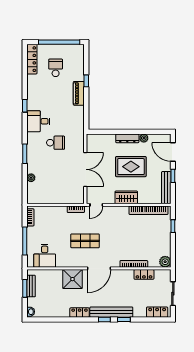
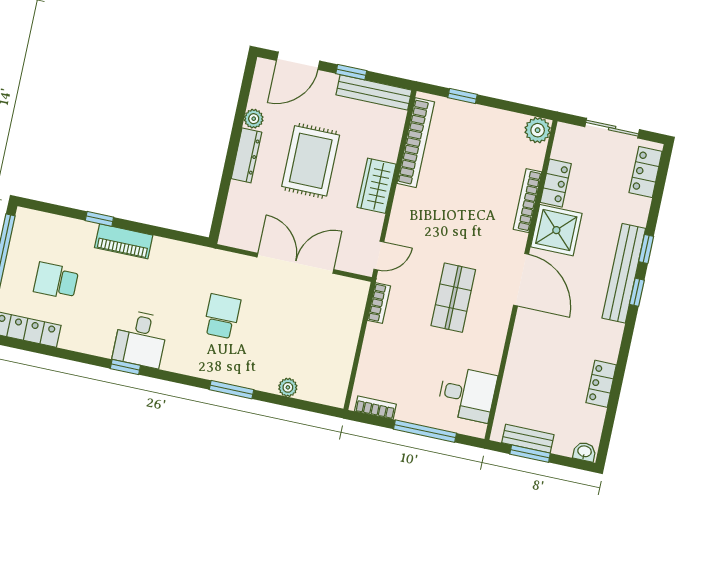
desk: (38, 121) -> (140, 339), moved
door: (96, 205) -> (379, 256), hinge flipped
shower: (72, 279) -> (556, 230), moved
locker: (80, 313) -> (601, 384), moved

